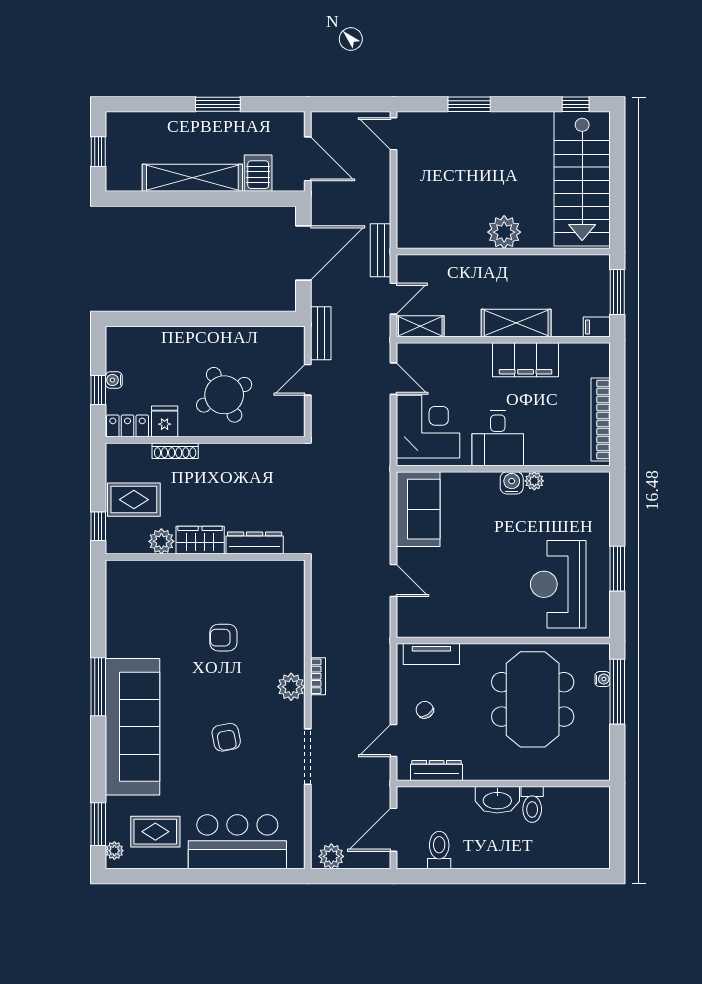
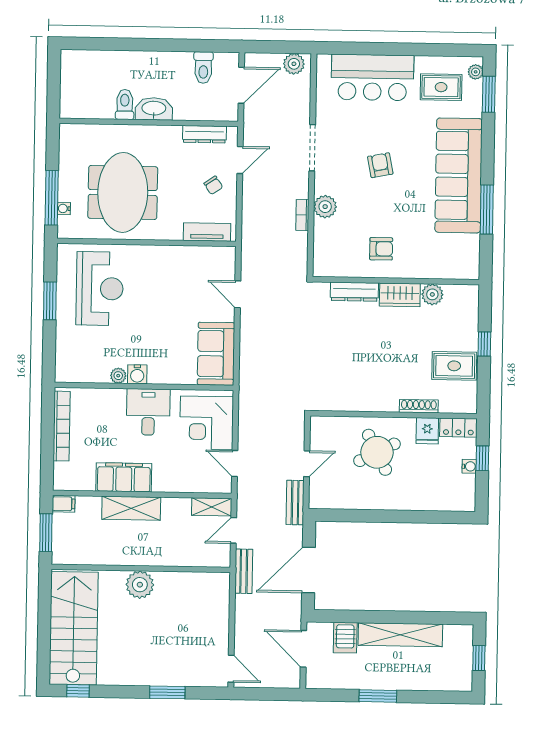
wardrobe: (200, 540) -> (400, 295), moved
plant: (161, 541) -> (432, 294), moved
dresser: (255, 543) -> (354, 292), moved
wall: (205, 557) -> (396, 281), moved

